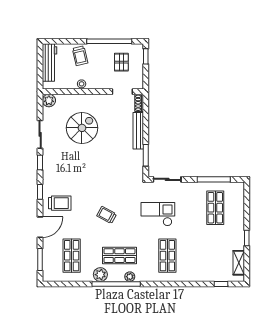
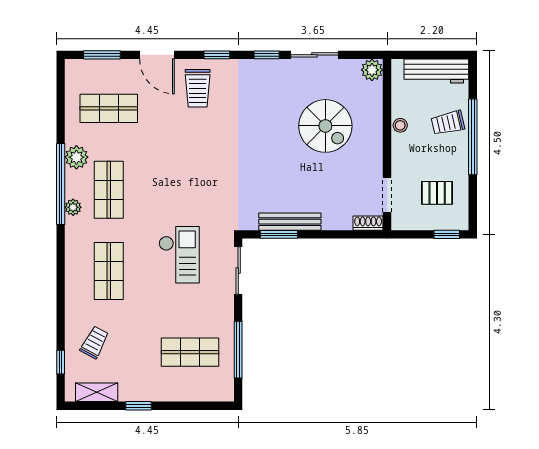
window: (109, 41) -> (473, 137), moved
bench: (138, 131) -> (290, 222), moved
trolley: (107, 215) -> (94, 342), moved
shop shelf: (167, 256) -> (109, 271), turned 90

